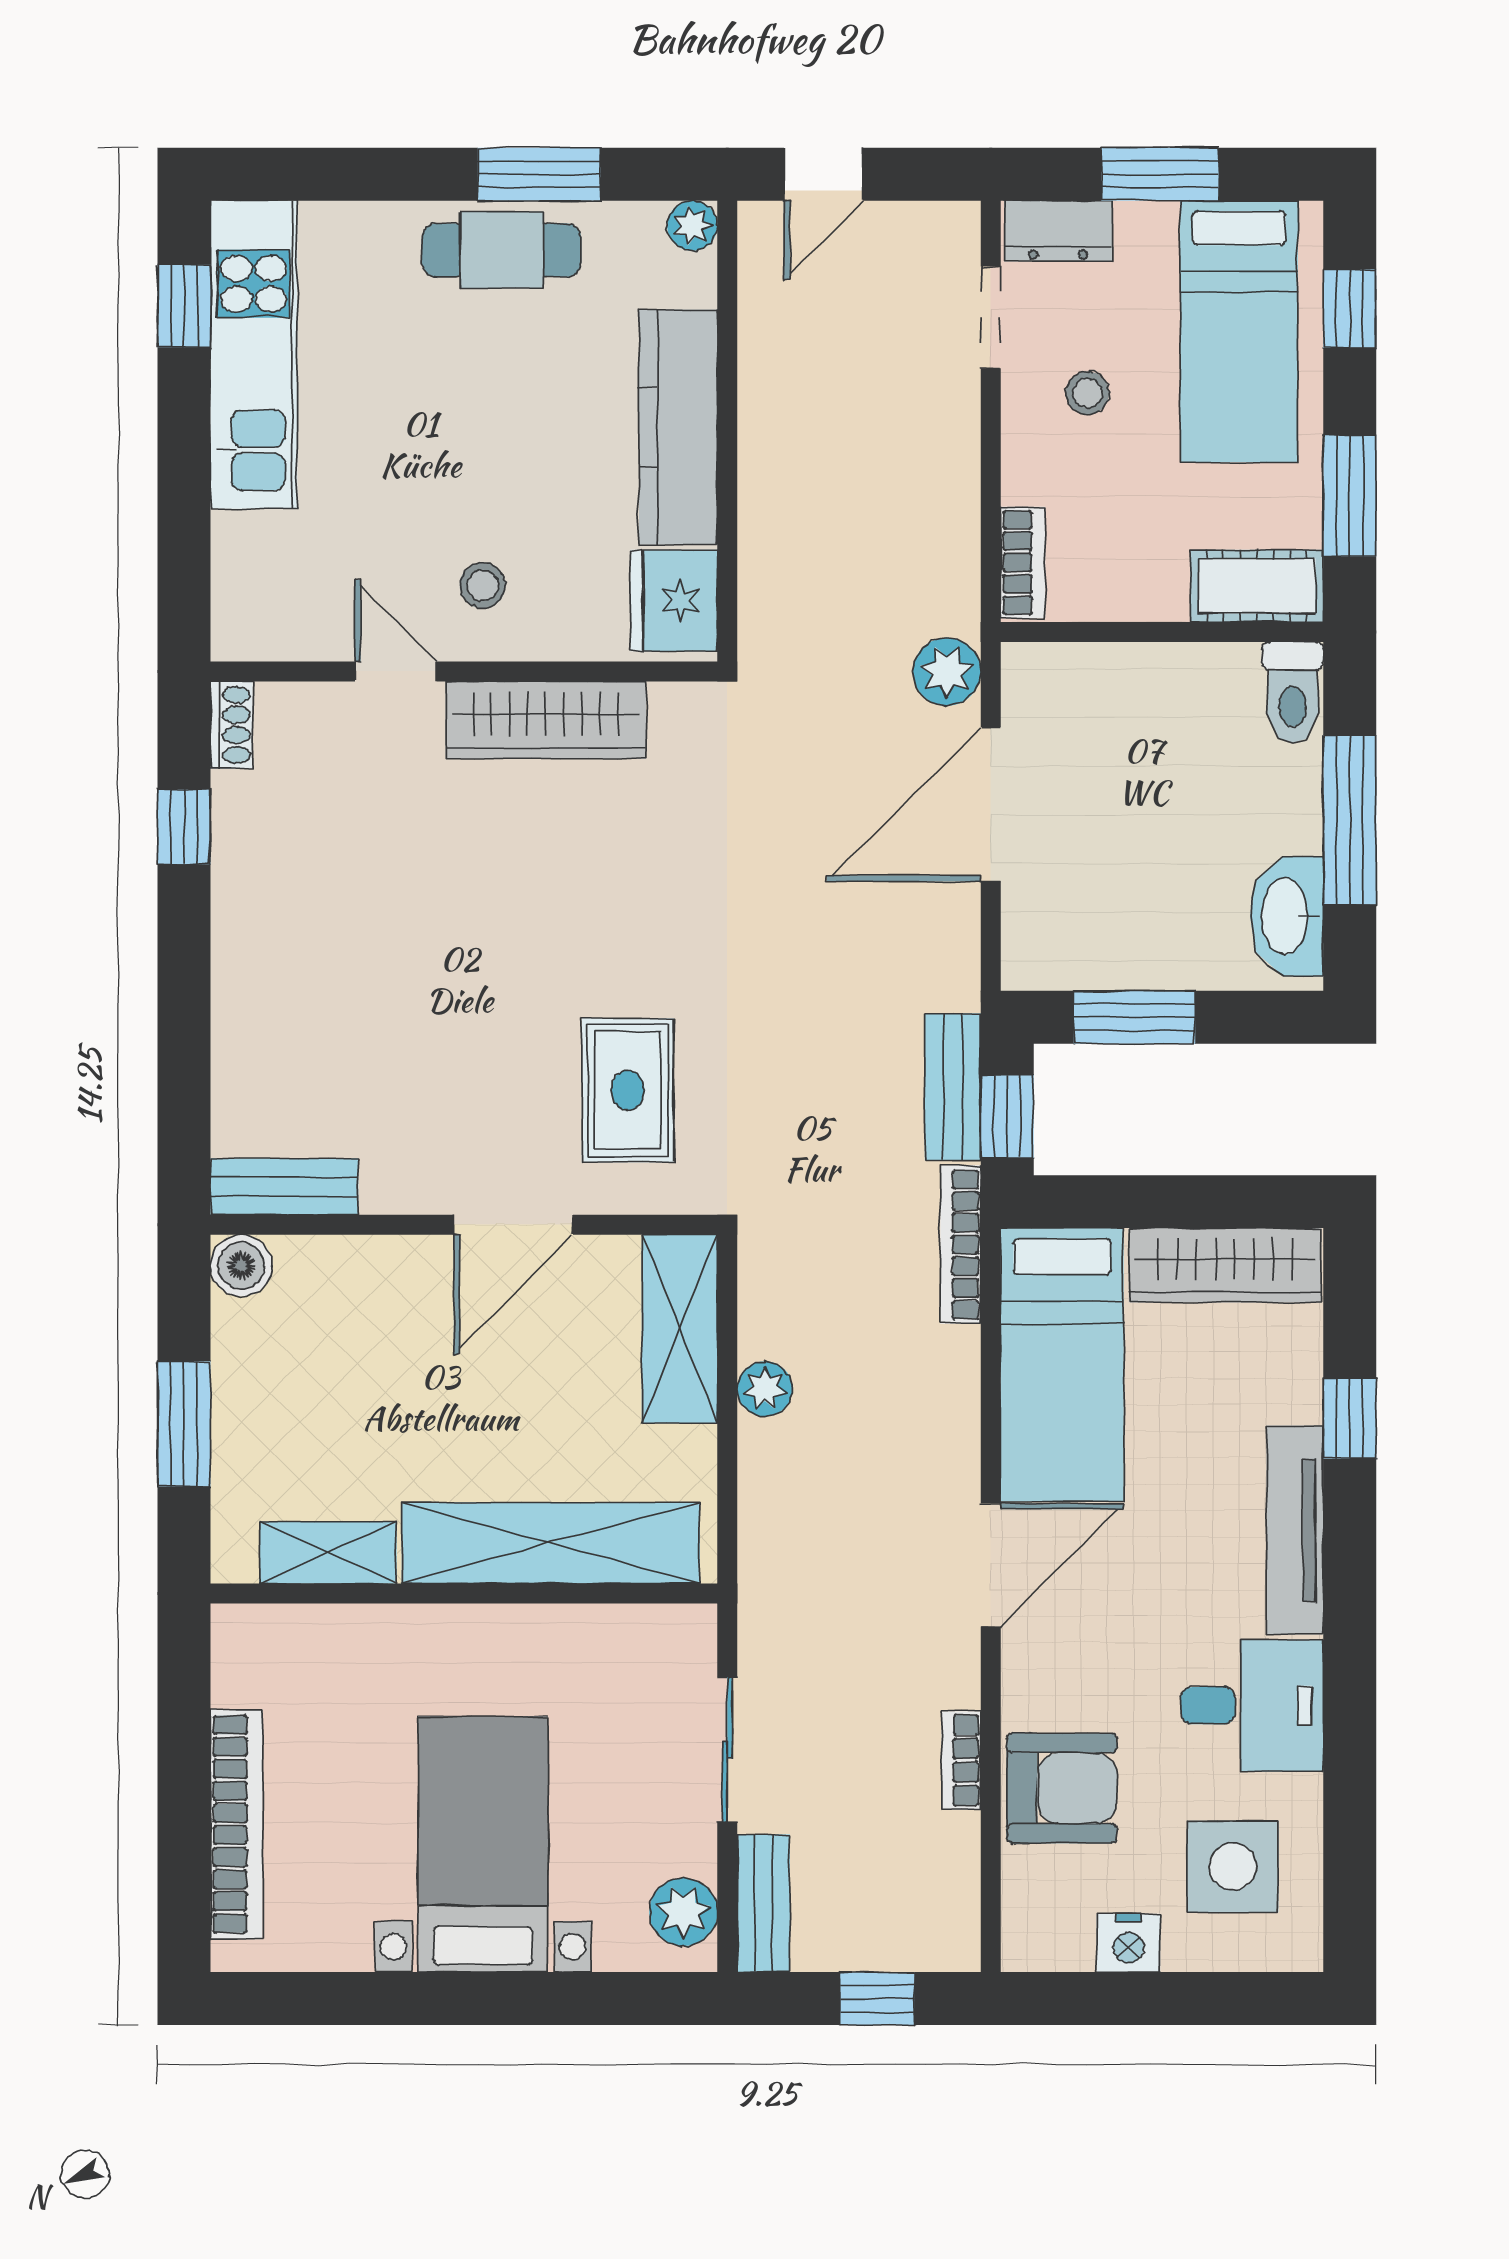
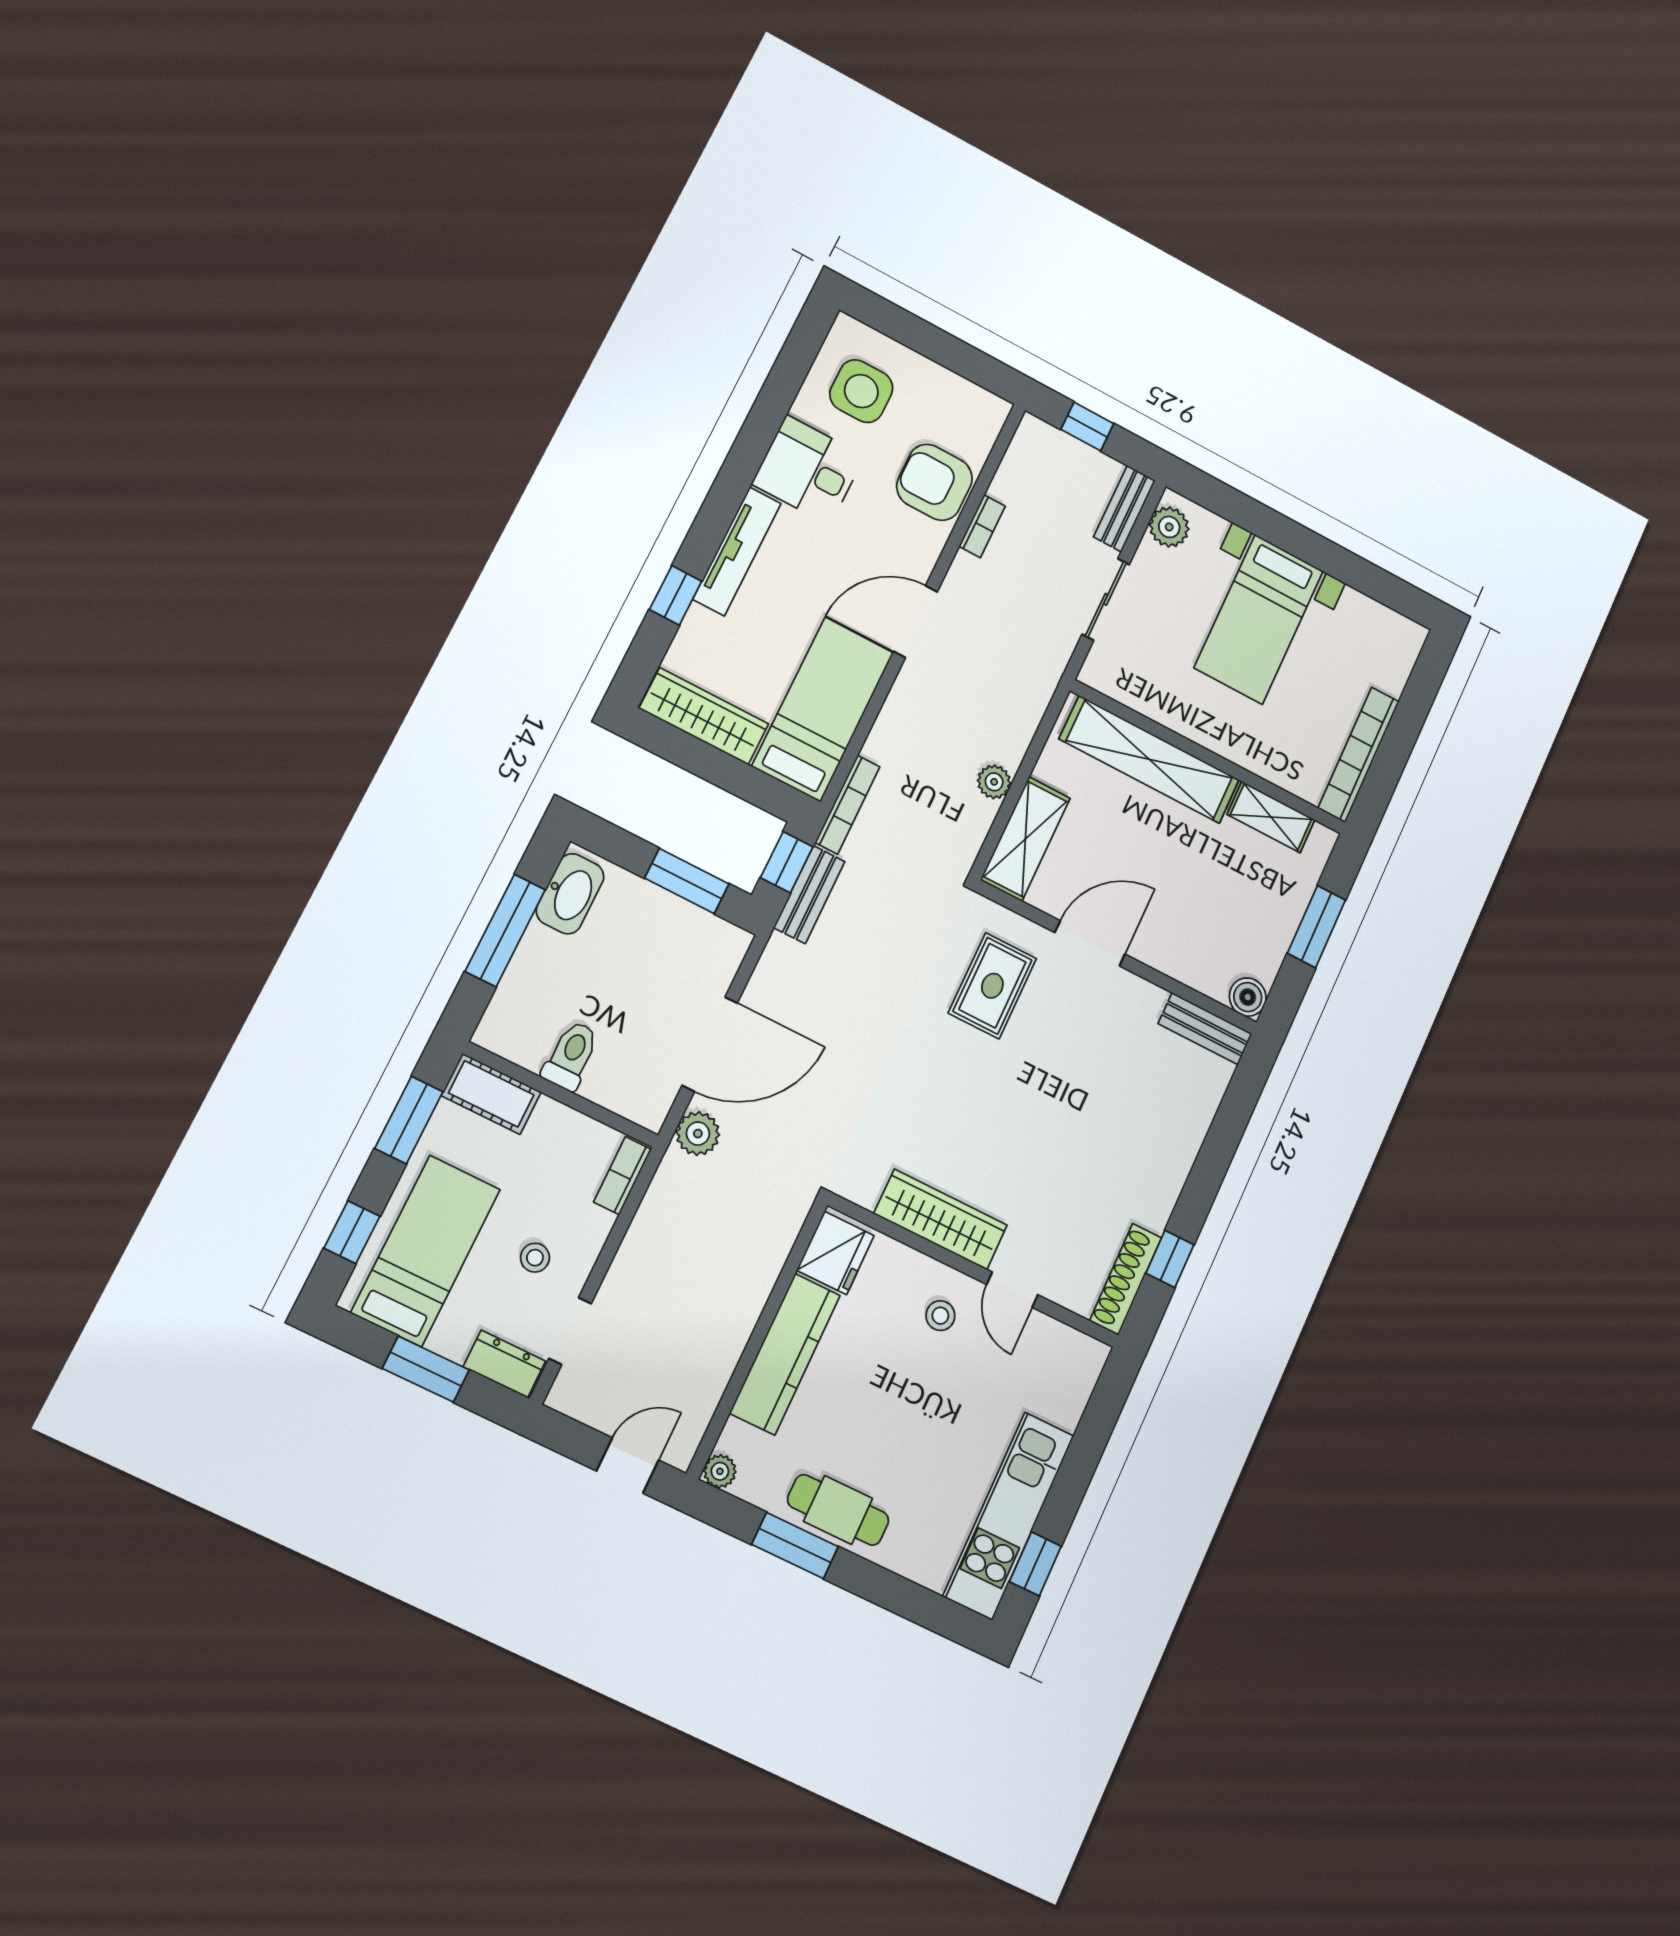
toilet: (1293, 692) -> (571, 1056), moved
shoe rack: (231, 725) -> (1126, 1279), width x1.94, depth x1.24
bookcase: (236, 1824) -> (1359, 755), moved
nightstand: (1128, 1943) -> (938, 382), removed

